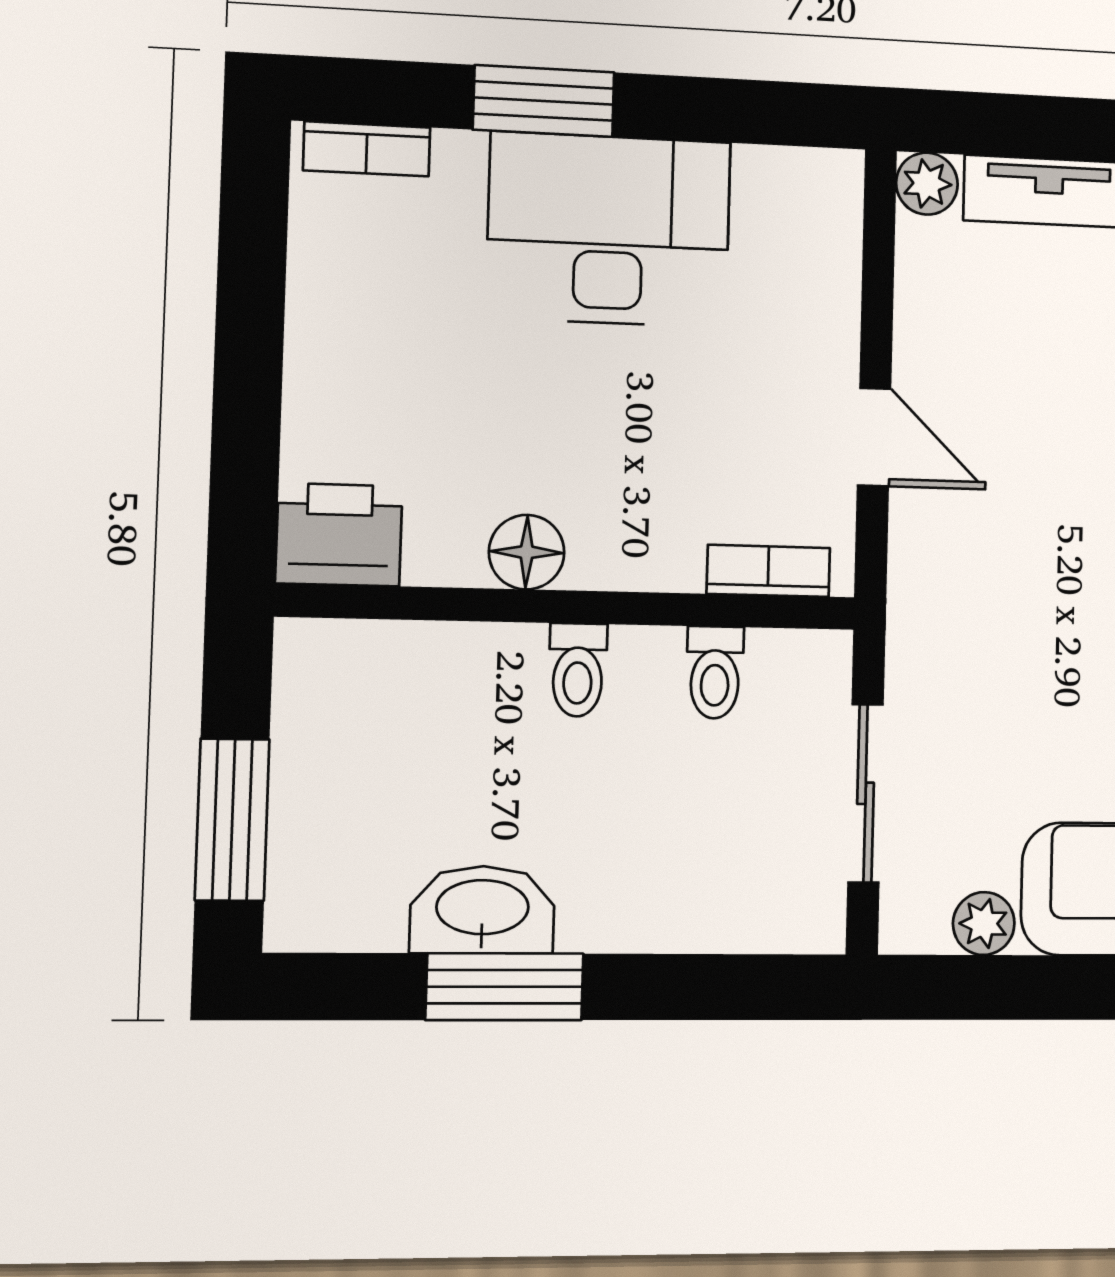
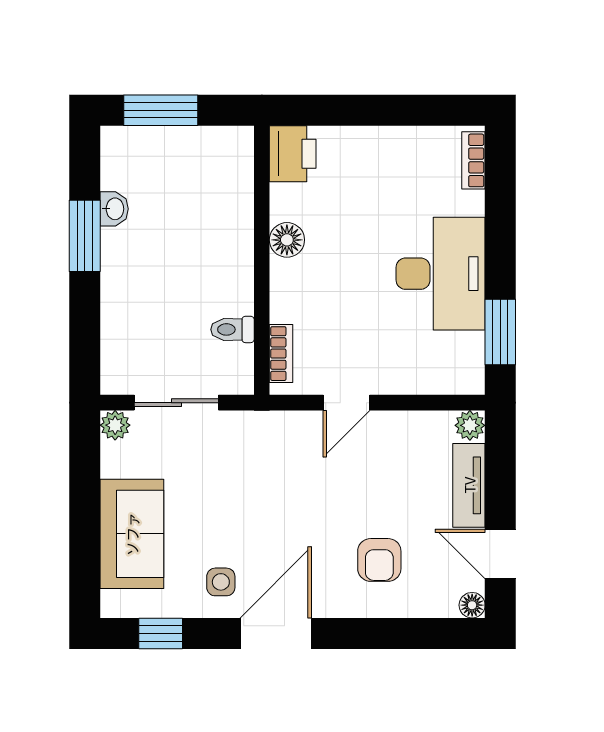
window: (544, 101) -> (500, 332), moved
toilet: (578, 670) -> (232, 265), removed
washbasin: (482, 910) -> (114, 209), width x0.52, depth x0.69
plant: (984, 924) -> (115, 425), moved

